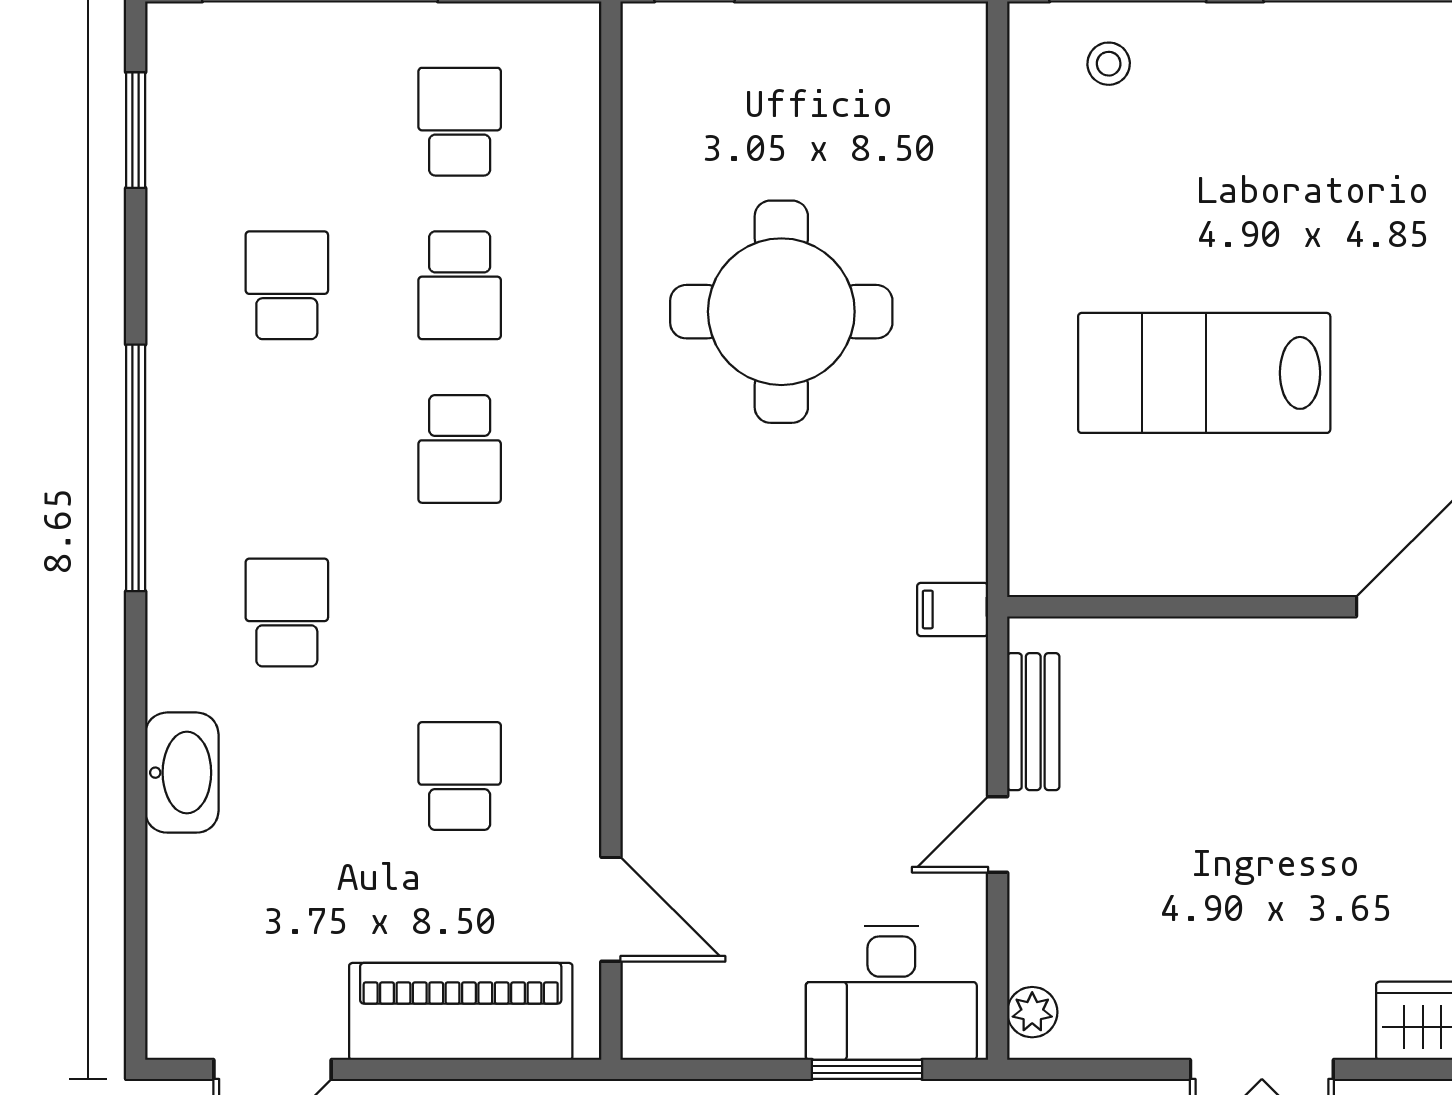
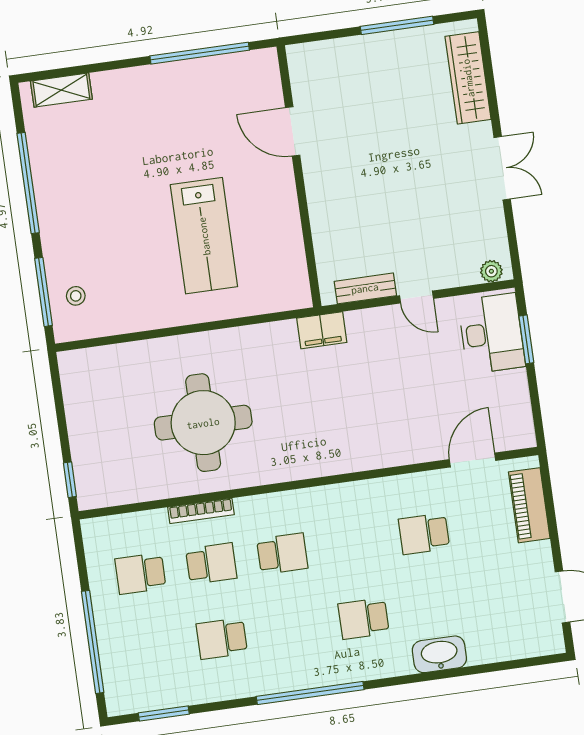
bookcase: (582, 279) -> (201, 511), added
filing cabinet: (953, 609) -> (322, 330), width x2.00
piano: (461, 1011) -> (529, 505), width x0.73, depth x0.75

